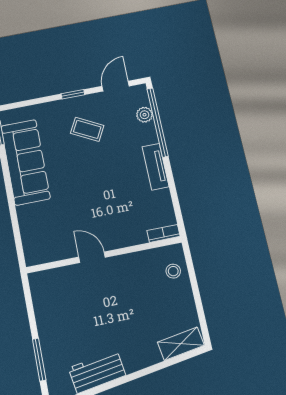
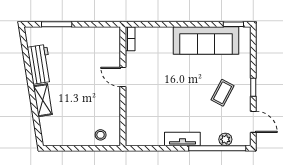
bookcase: (164, 233) -> (130, 39), moved
door: (92, 257) -> (123, 77), swing flipped
shelving: (181, 344) -> (43, 100), moved

